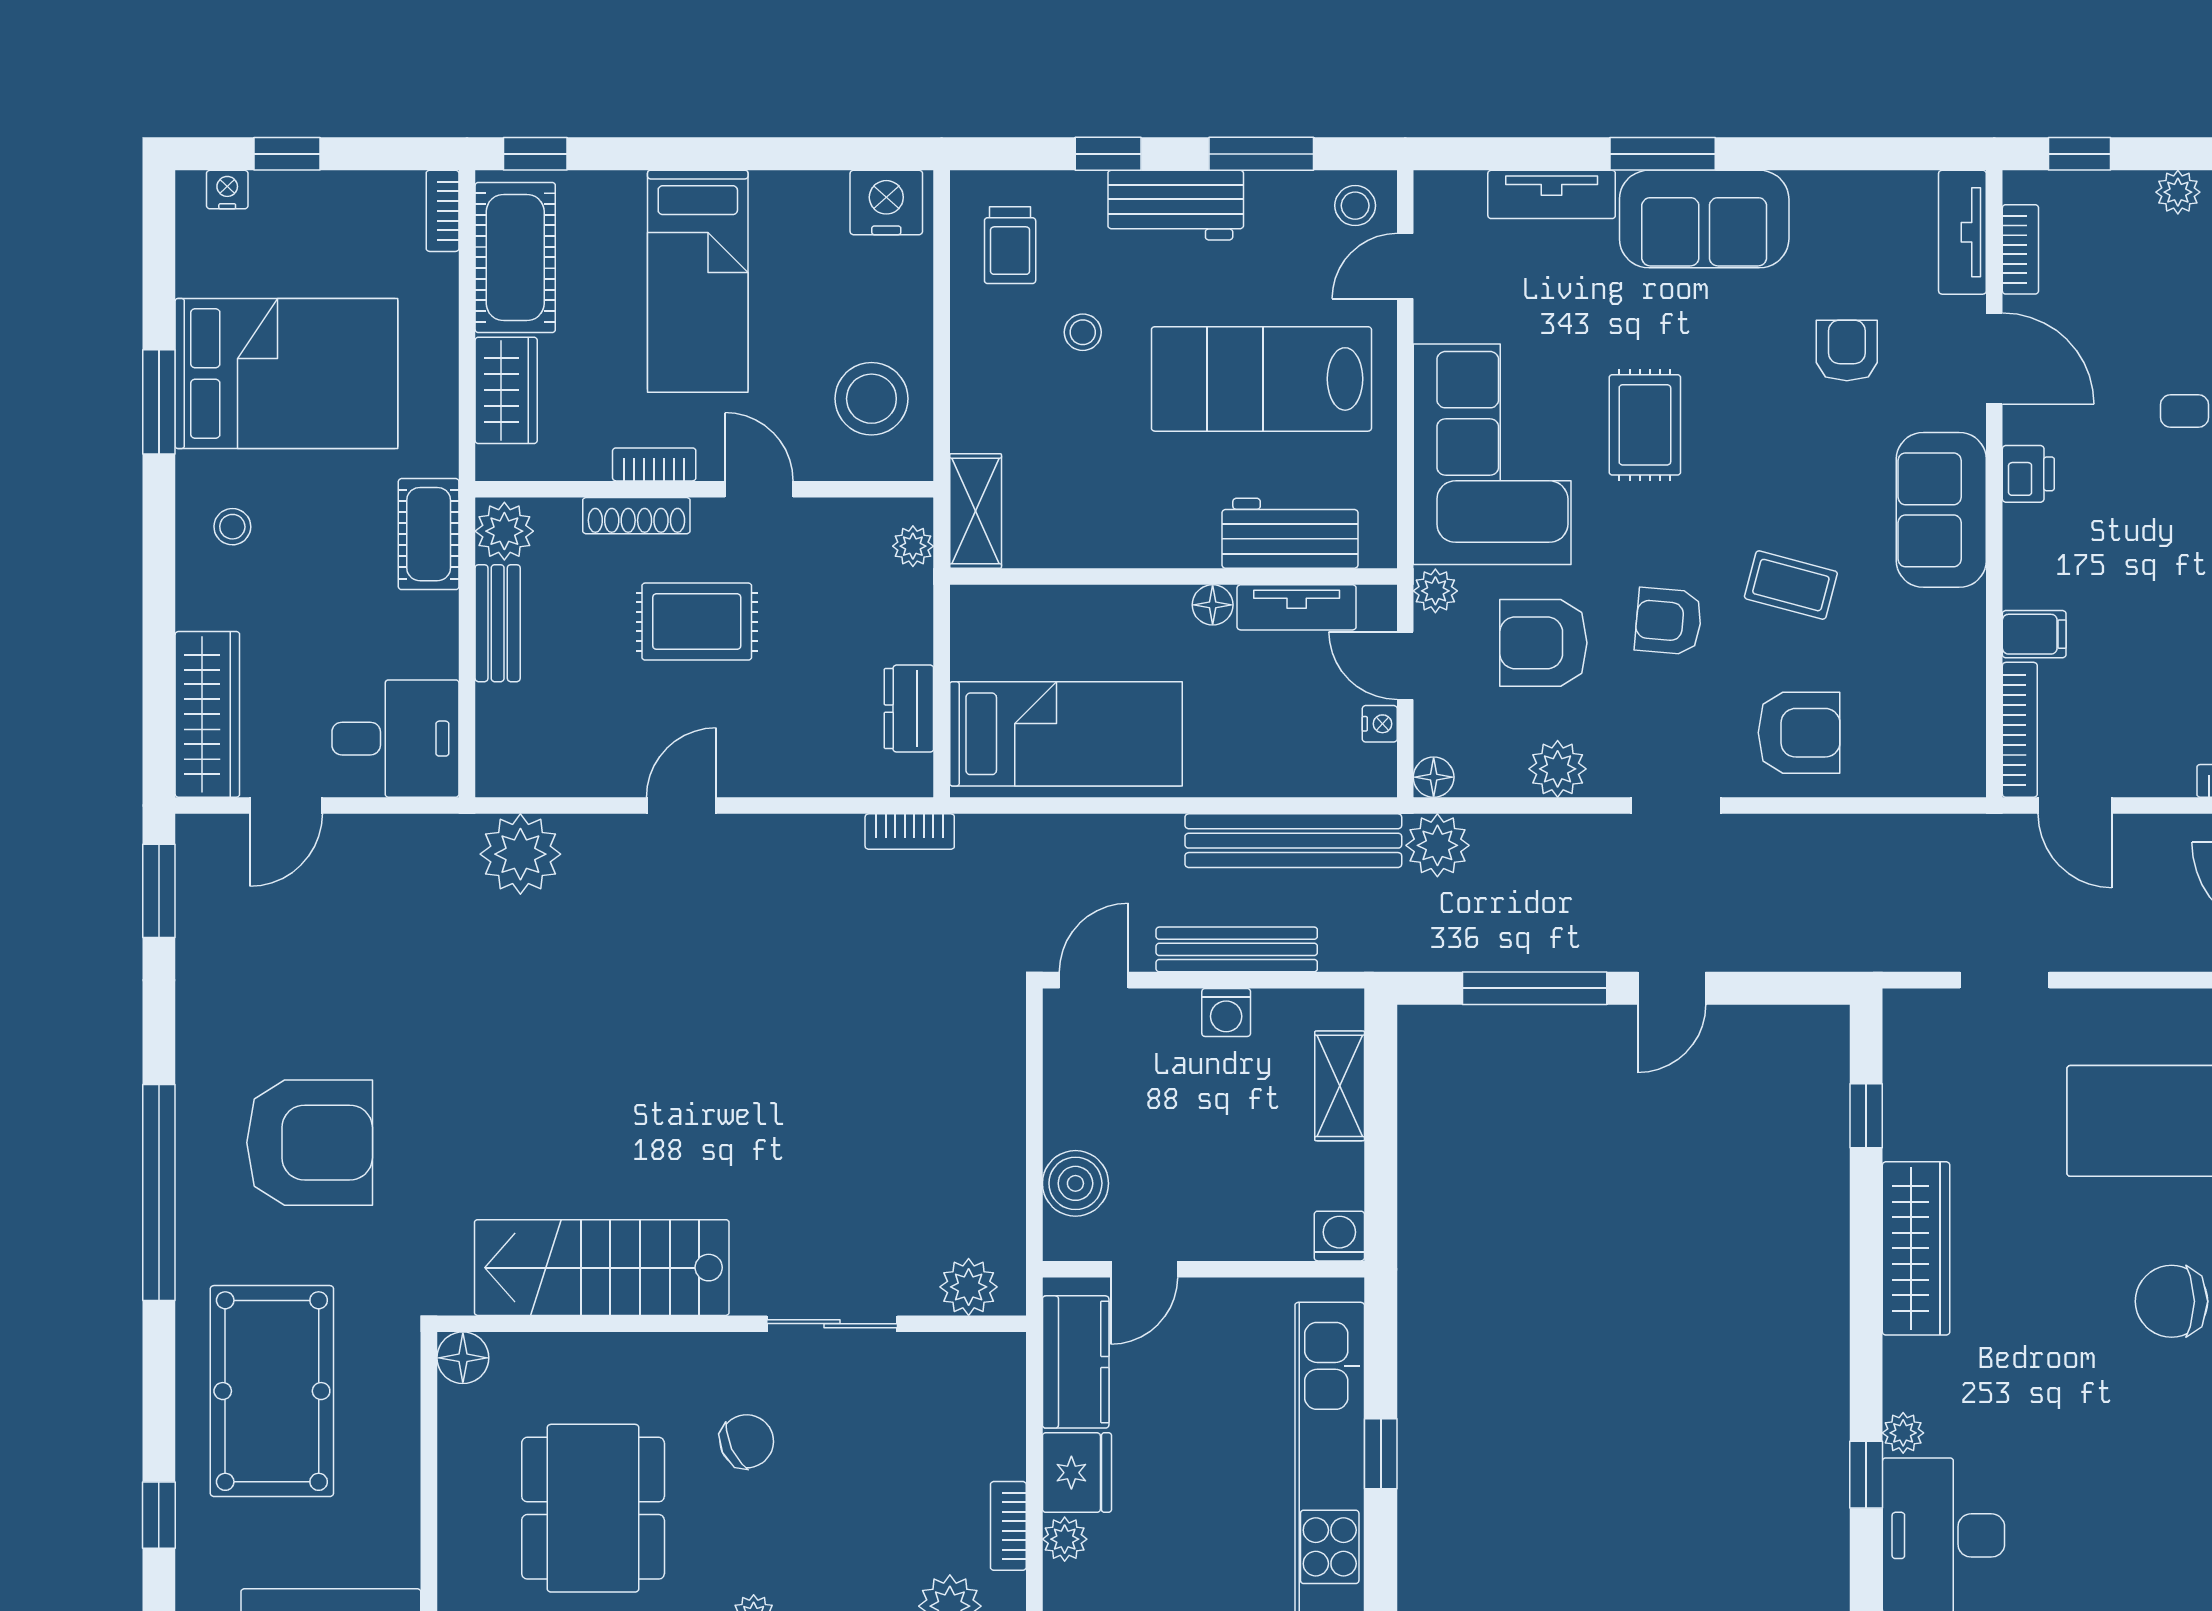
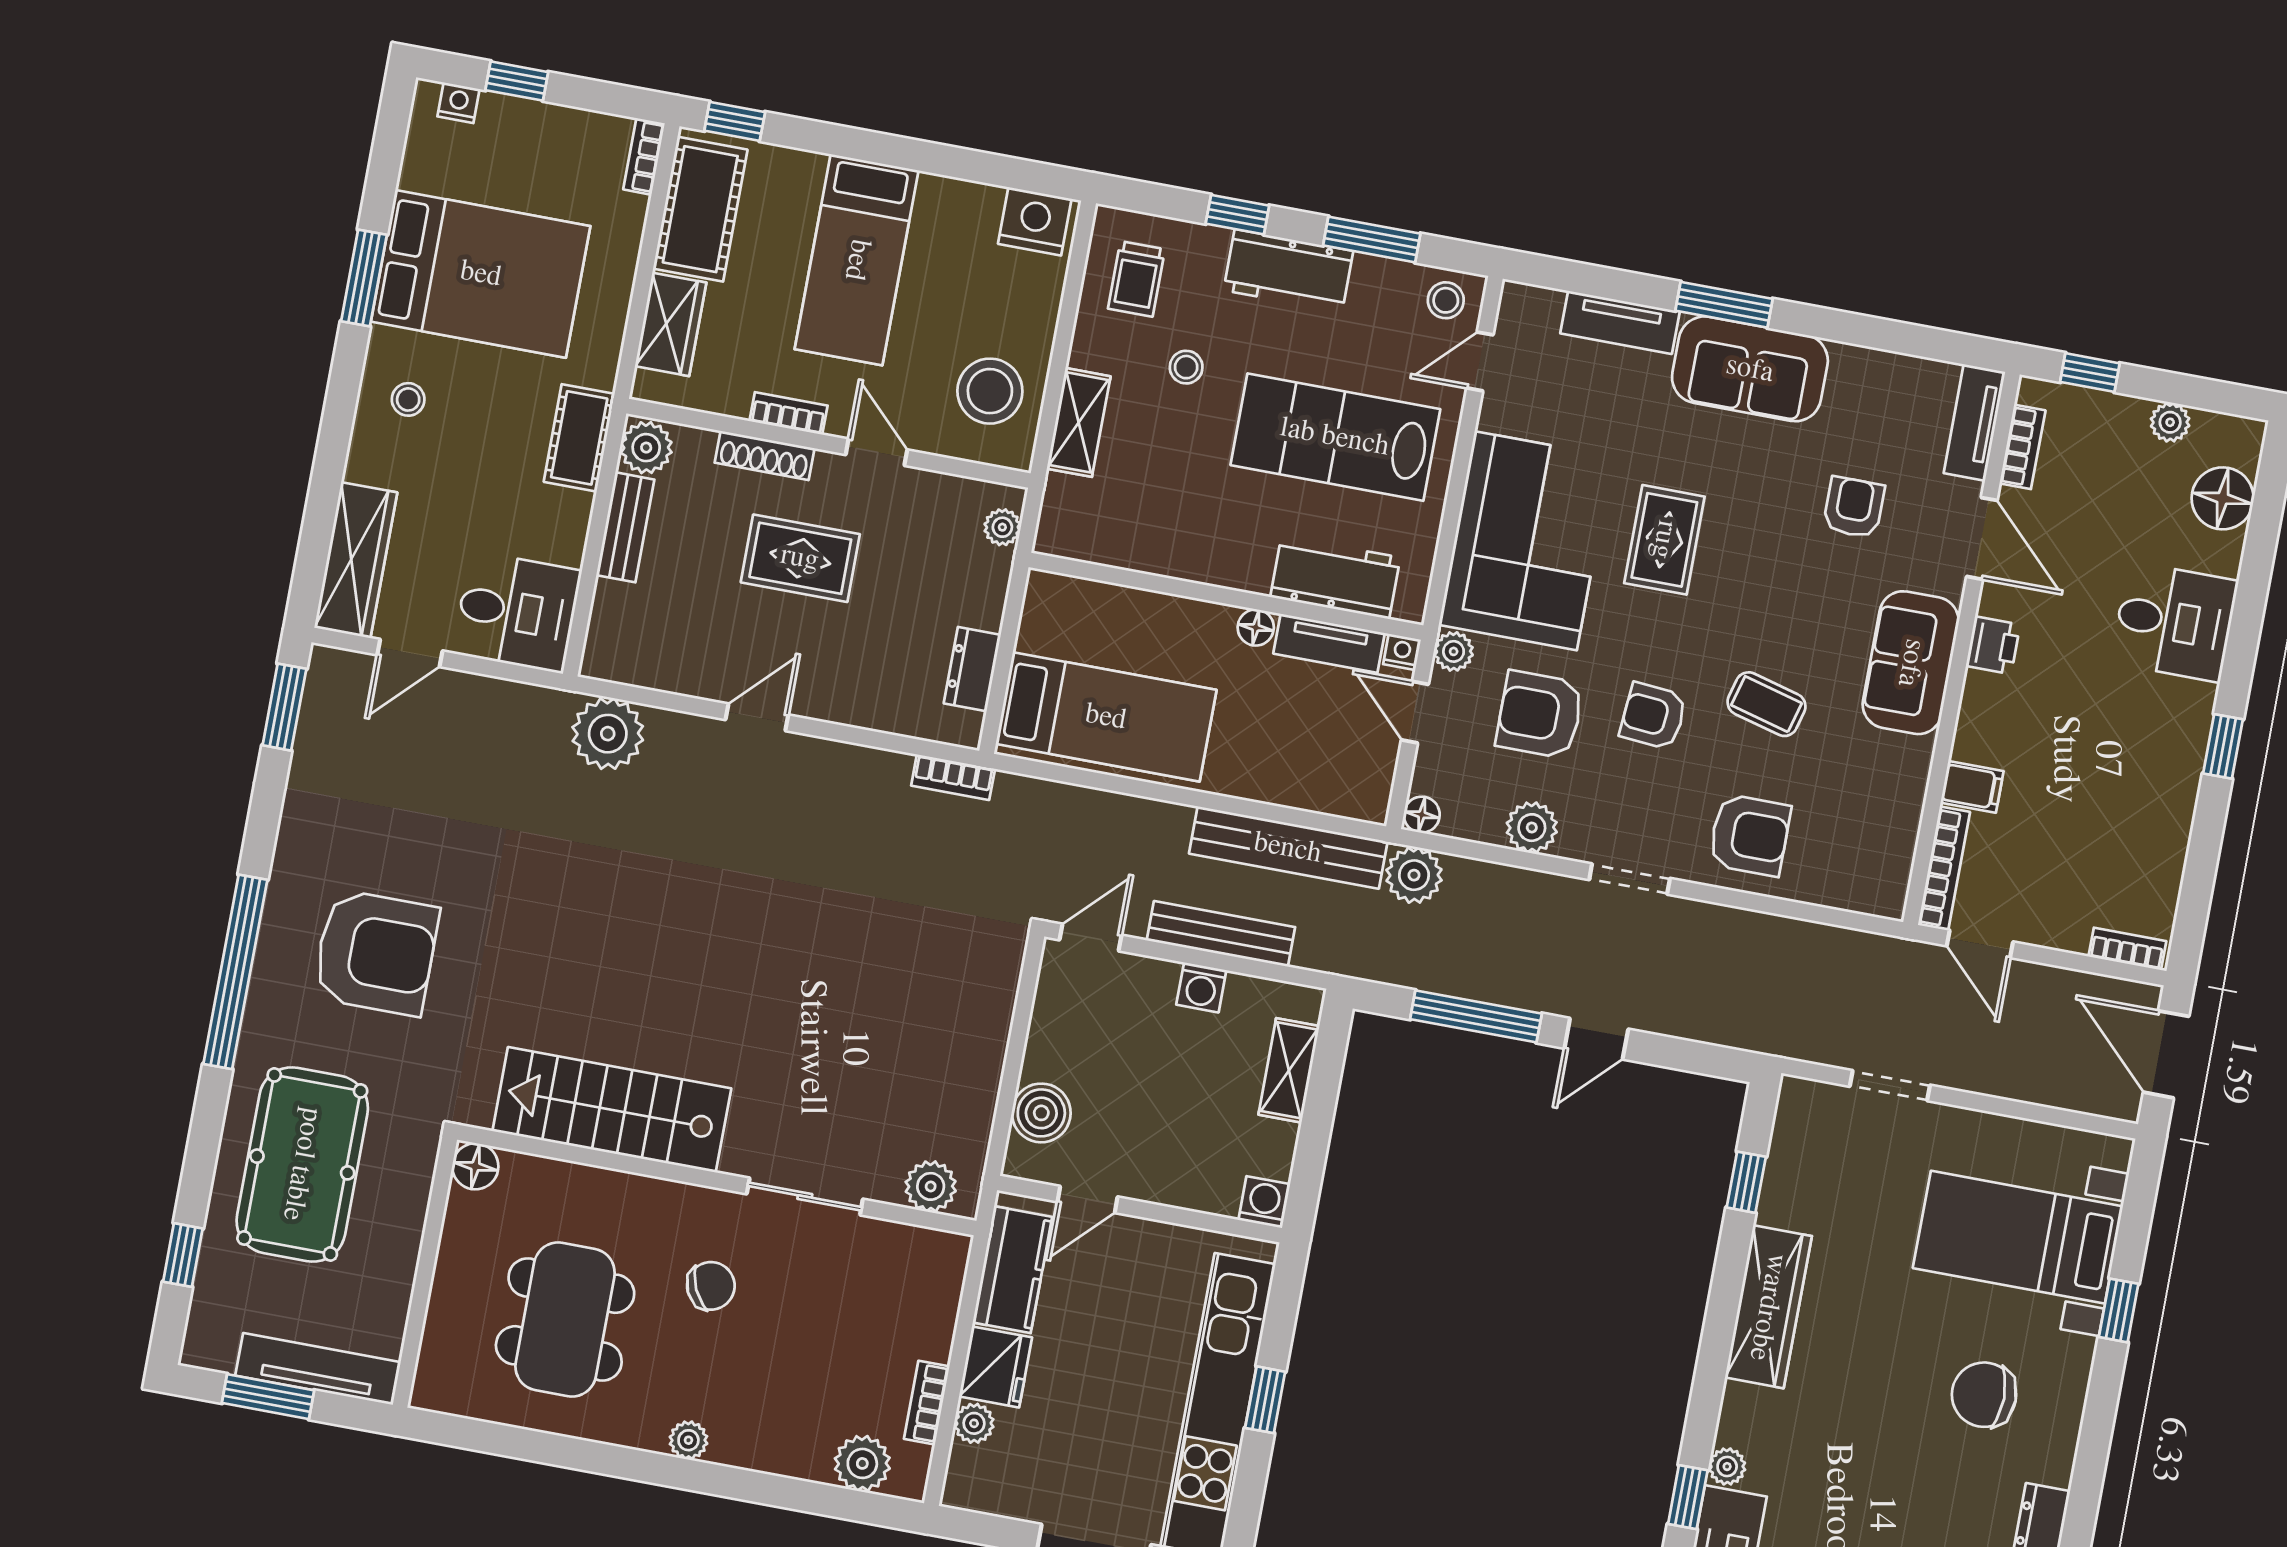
shelving: (976, 511) -> (1079, 422), moved
nightstand: (1380, 724) -> (1402, 652), moved, turned -90

